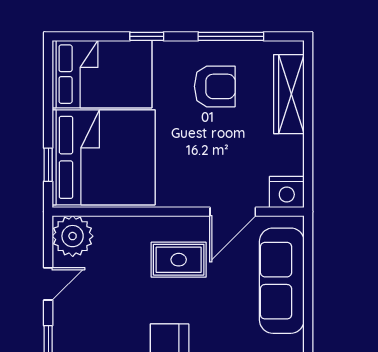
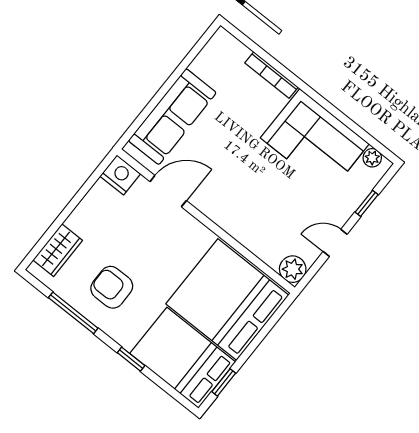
wardrobe: (289, 94) -> (58, 250), width x0.67
window: (48, 165) -> (224, 382), moved
plant: (73, 236) -> (293, 269), width x0.73, depth x0.73
rug: (179, 260) -> (232, 188), removed

